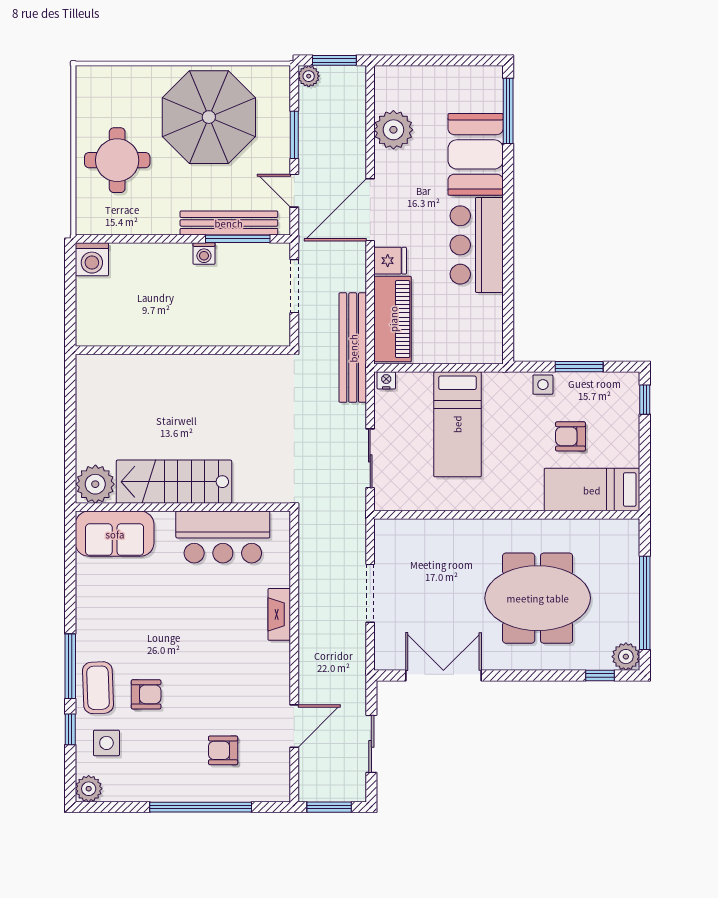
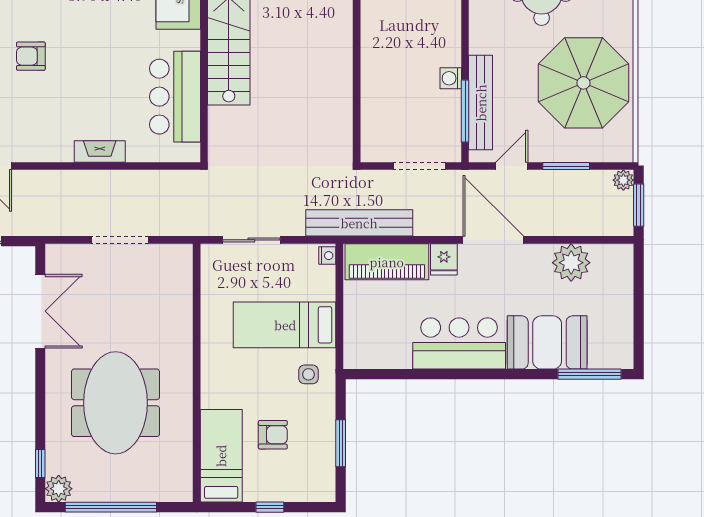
side table: (543, 385) -> (308, 374), moved
window: (645, 400) -> (270, 507), moved
armchair: (570, 436) -> (273, 435), turned 90
armchair: (146, 694) -> (31, 56), moved, turned 90

